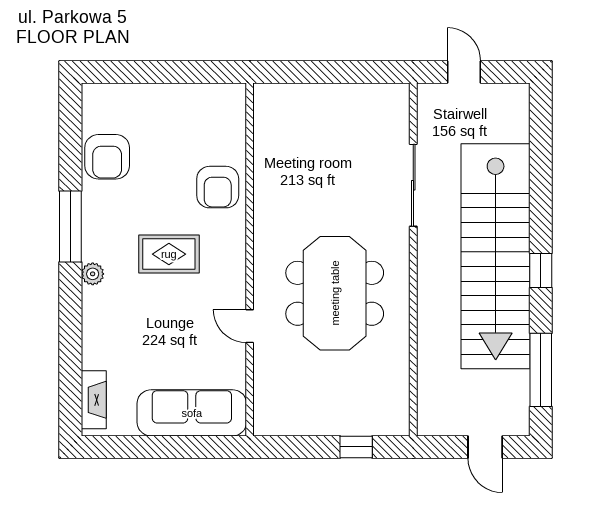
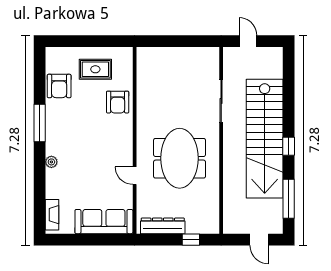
rug: (169, 254) -> (95, 69), moved
plant: (93, 274) -> (51, 162), moved
dresser: (303, 421) -> (163, 226), added

